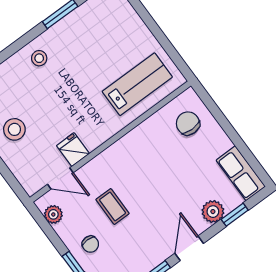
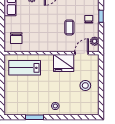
fridge: (73, 150) -> (64, 63), width x1.88, depth x1.34
door: (60, 178) -> (82, 53), hinge flipped

